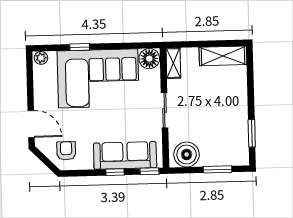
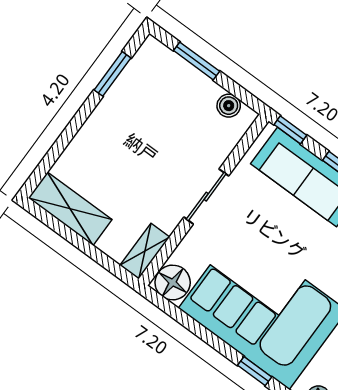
boiler: (187, 155) -> (229, 106), width x0.54, depth x0.54

